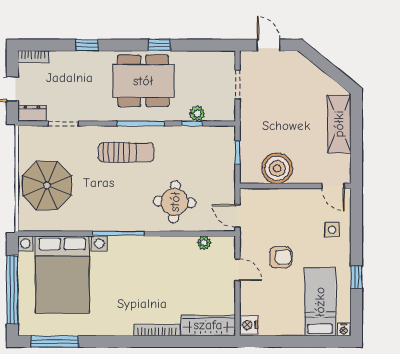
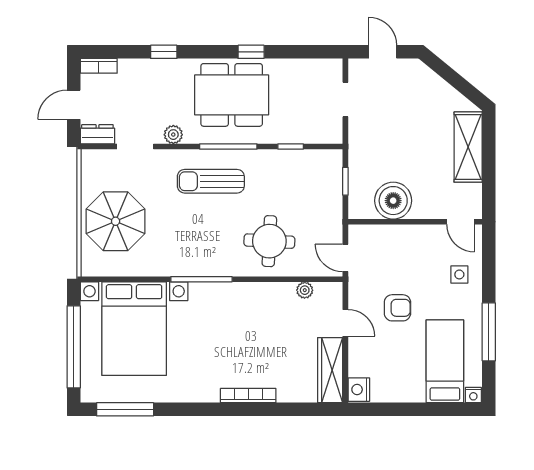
plant: (197, 114) -> (173, 135), moved
sun lounger: (126, 152) -> (211, 181), turned 180
window: (356, 277) -> (489, 332), width x2.17
wardrobe: (208, 325) -> (330, 370), moved, turned -90

